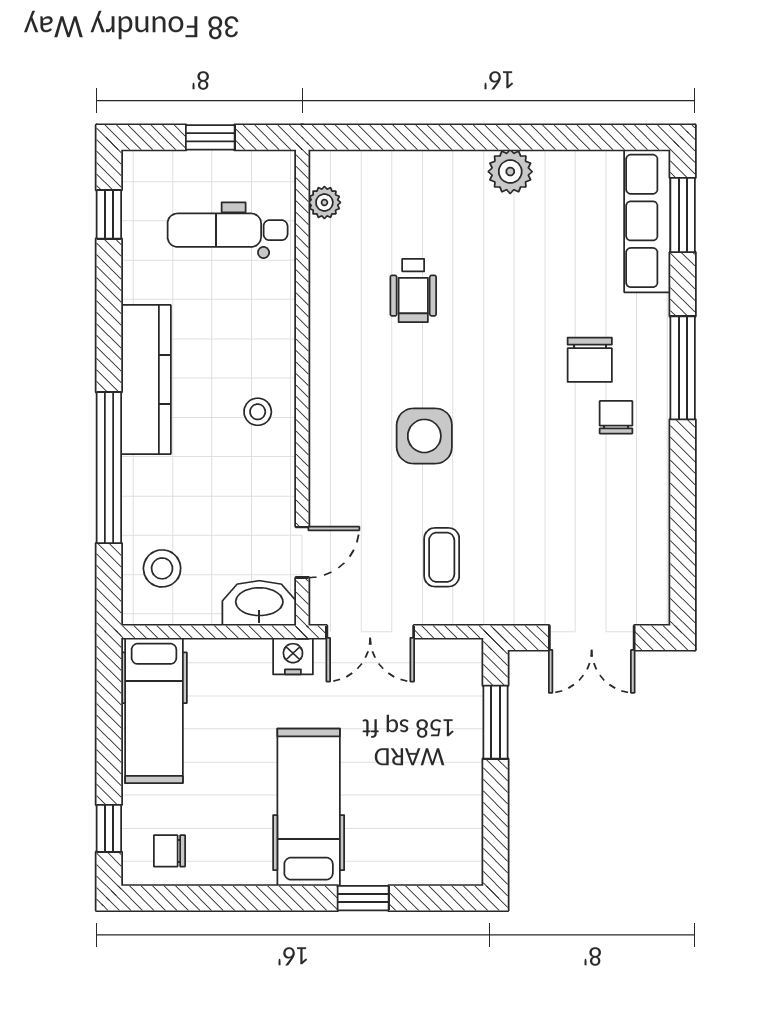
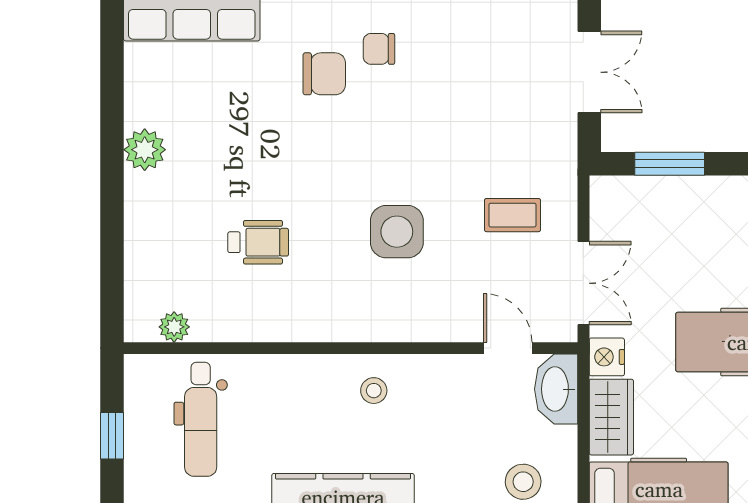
wardrobe: (230, 661) -> (611, 417), added

